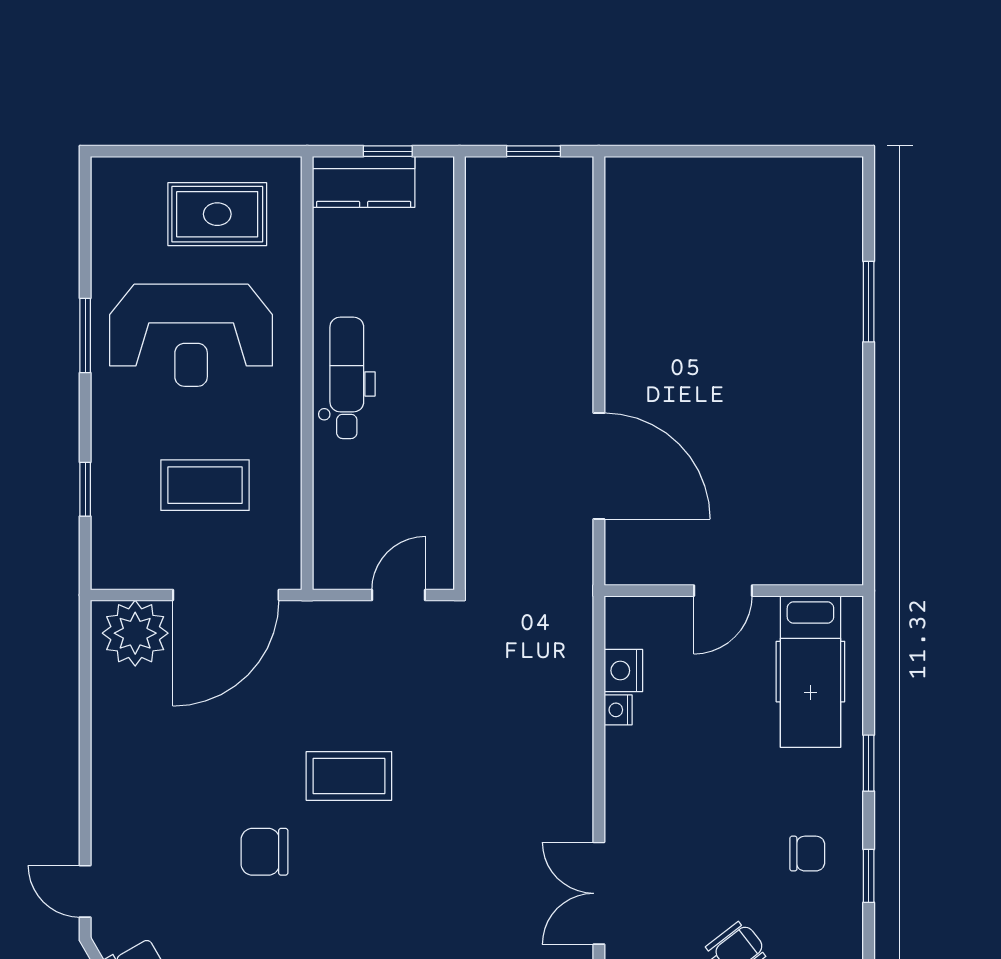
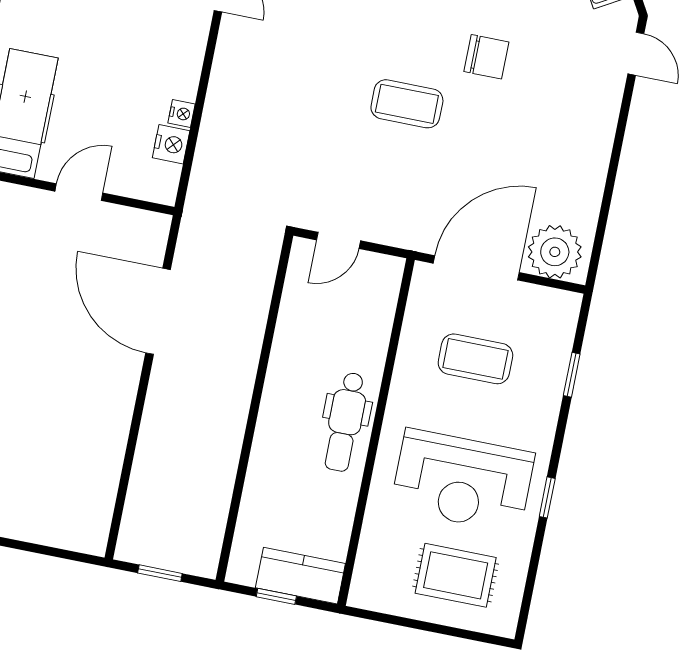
rug: (217, 214) -> (456, 575), moved
window: (85, 335) -> (547, 497), width x0.67
reception desk: (191, 335) -> (463, 481), turned 180

